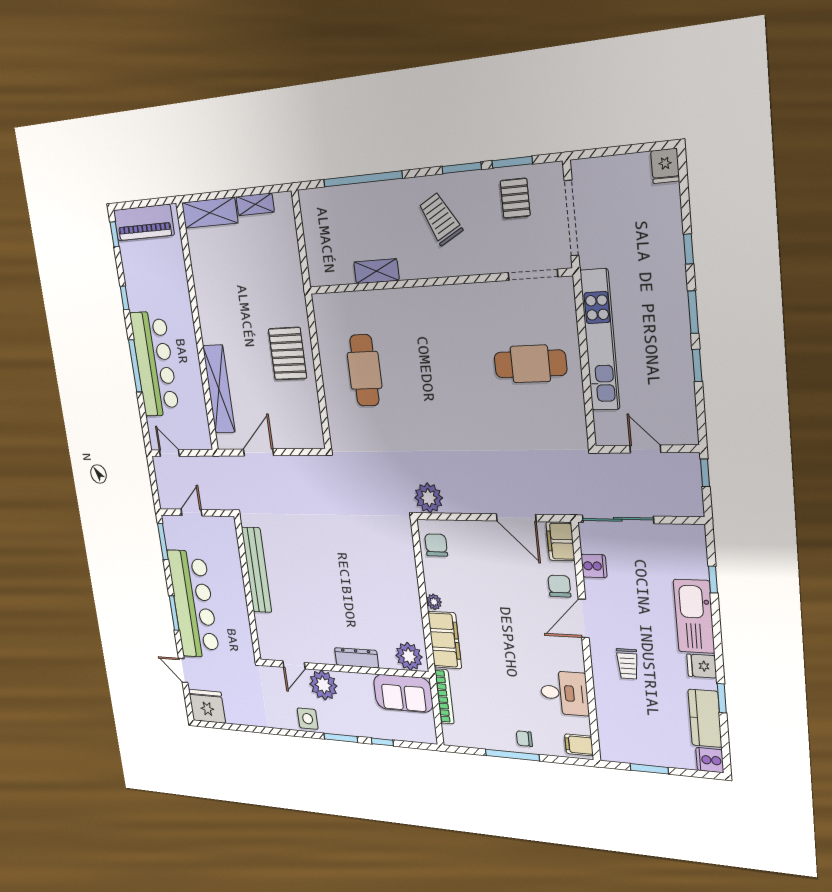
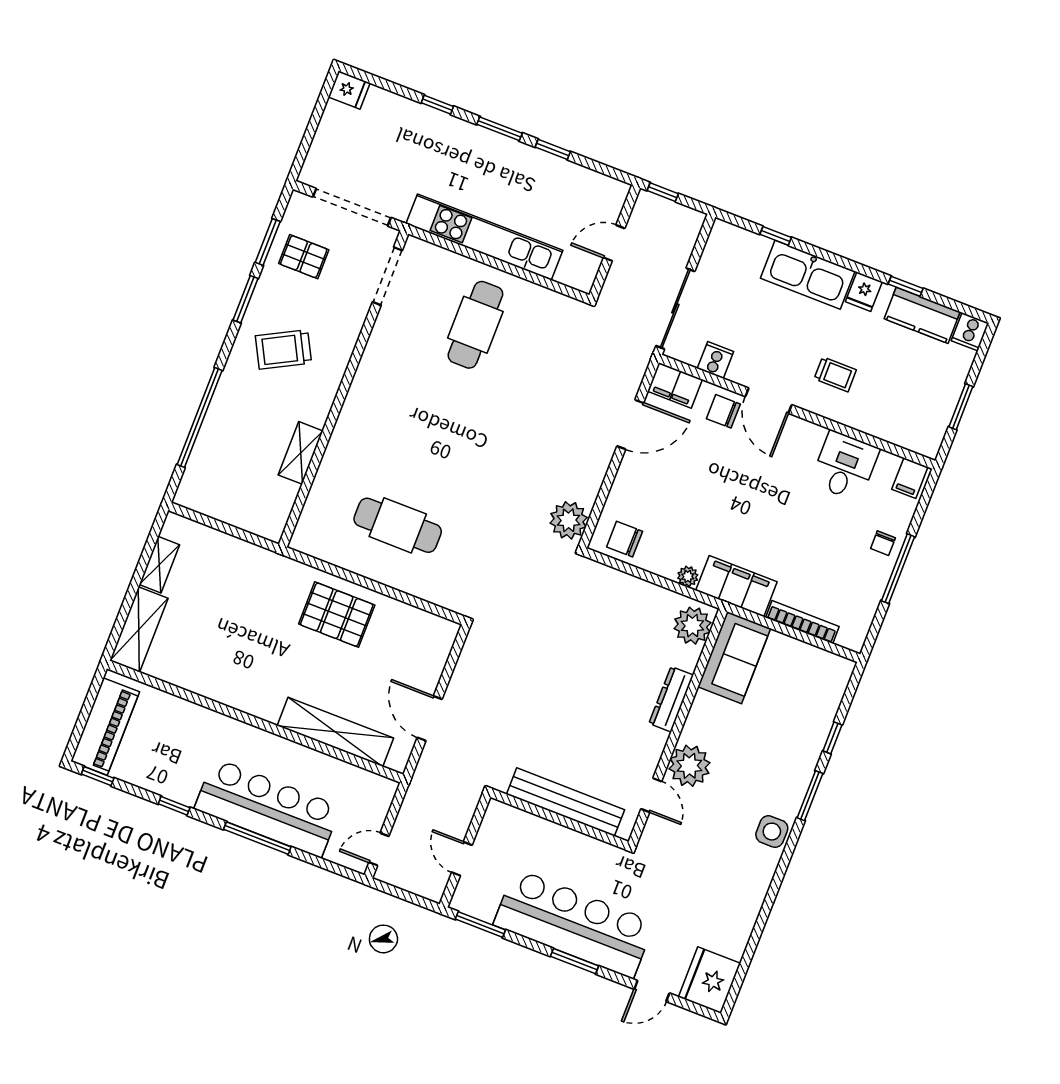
plant: (409, 656) -> (692, 626), moved
dresser: (357, 658) -> (671, 699), moved
door: (294, 665) -> (651, 795), moved
wall: (342, 668) -> (678, 727), moved
plant: (323, 685) -> (689, 766), moved
sofa: (403, 693) -> (734, 658), moved

